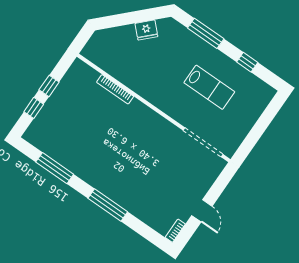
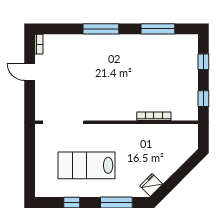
fridge: (146, 30) -> (151, 185), moved
window: (49, 86) -> (203, 99), moved
lab bench: (209, 87) -> (87, 165), width x1.36, depth x1.39

